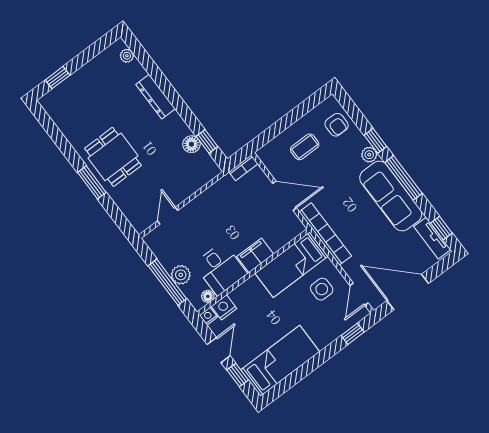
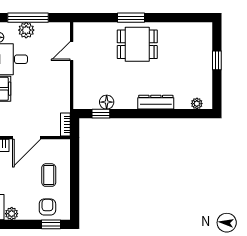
window: (58, 78) -> (217, 60), moved
armchair: (337, 125) -> (47, 207), turned 90
window: (375, 141) -> (51, 224), moved
door: (168, 216) -> (72, 51), swing flipped

